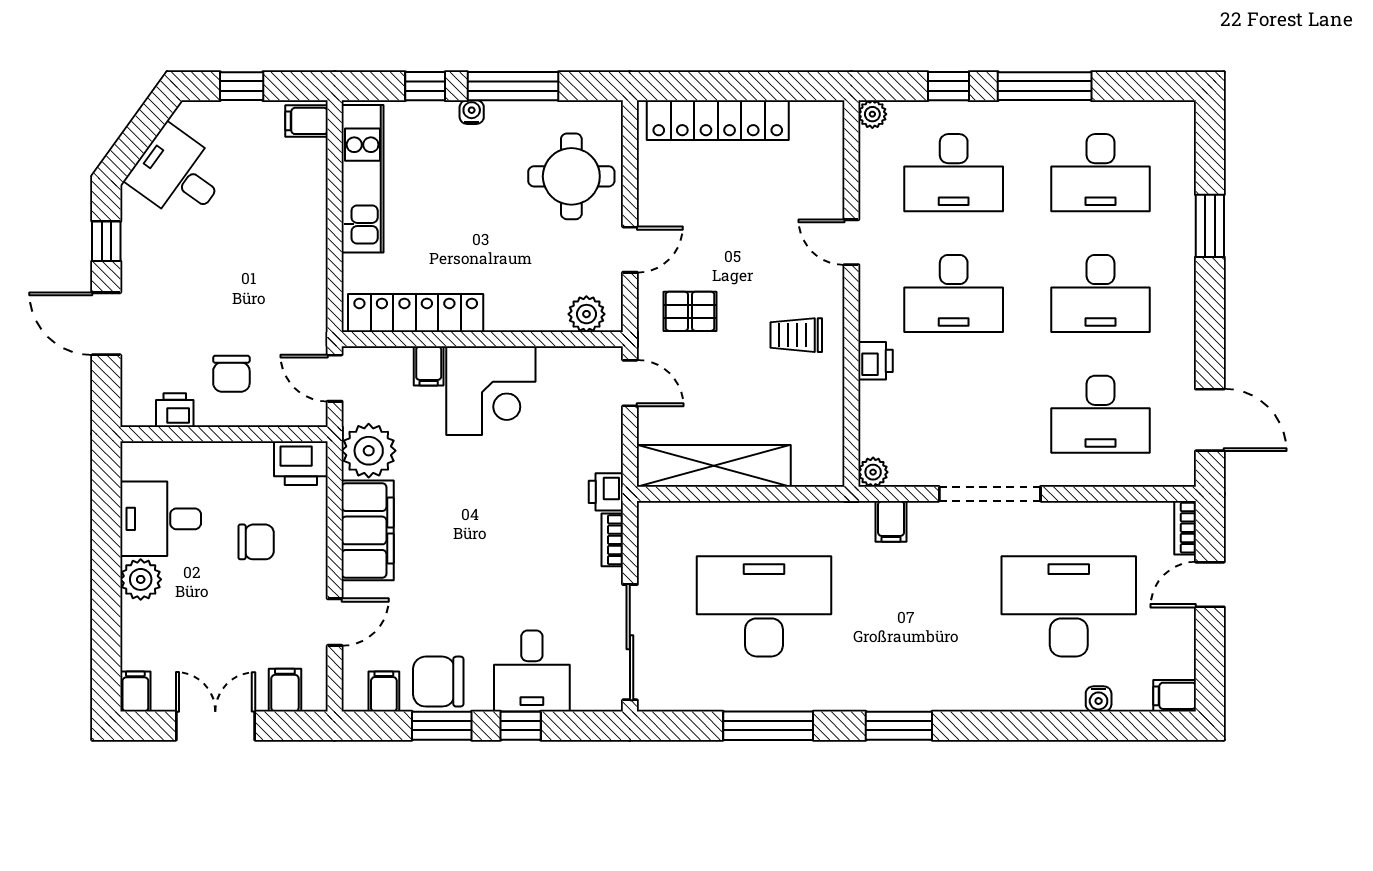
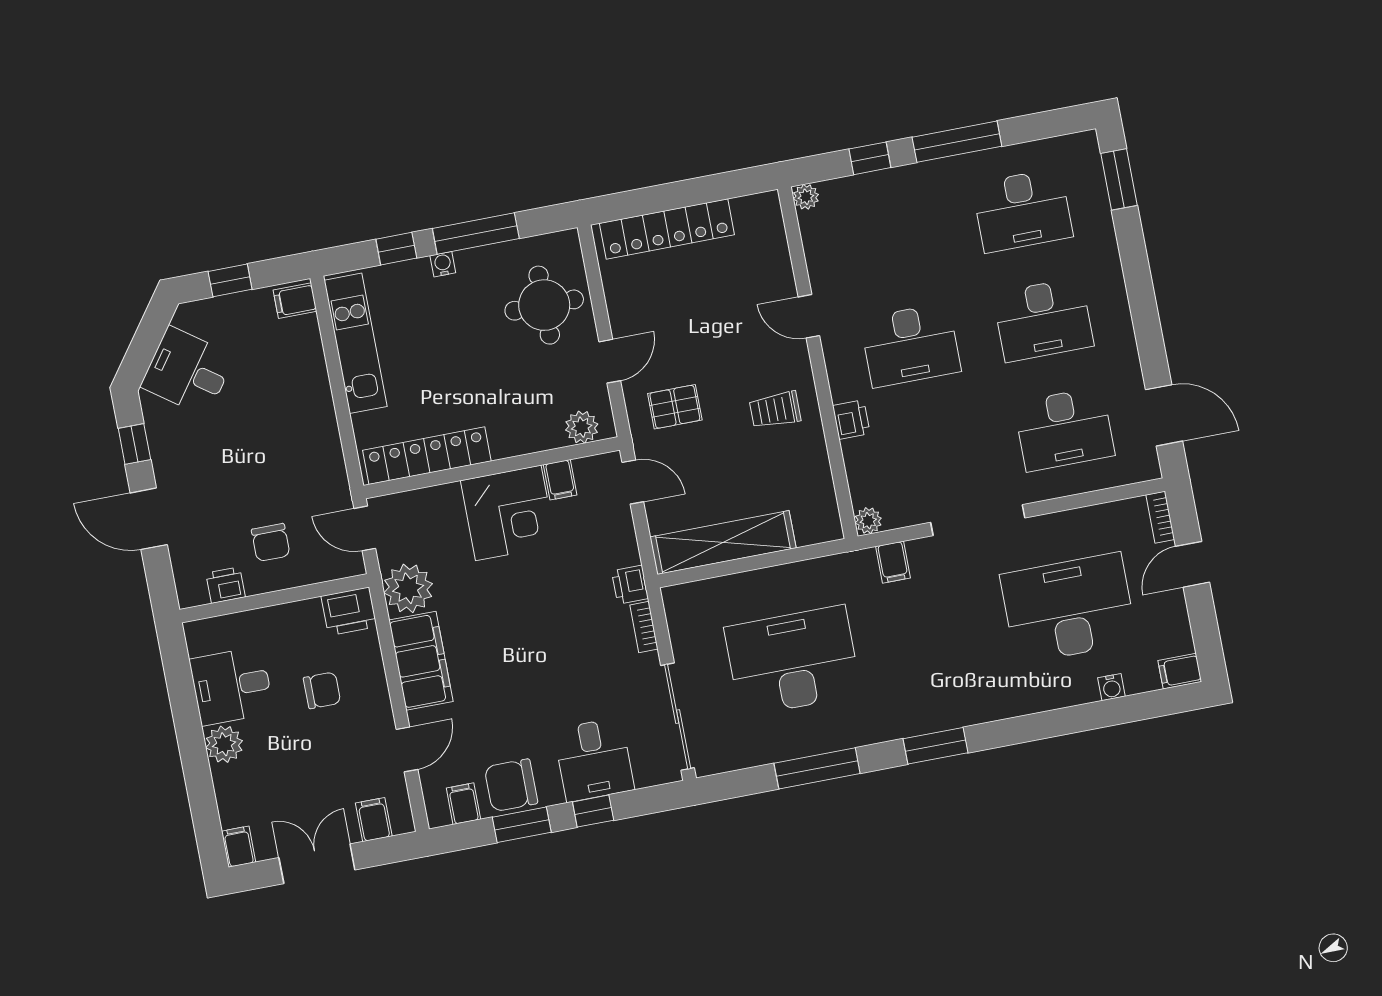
desk: (954, 173) -> (890, 236), removed
window: (1210, 226) -> (1119, 179), moved
filing cabinet: (429, 366) -> (560, 480), moved

